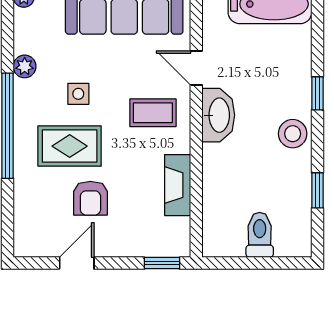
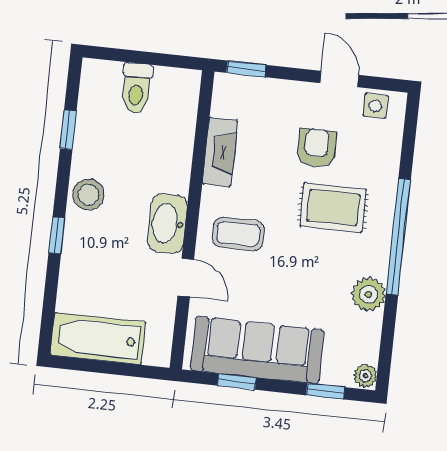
plant: (25, 66) -> (369, 294), width x1.38, depth x1.38
side table: (78, 94) -> (375, 106), moved
door: (77, 263) -> (339, 79), swing flipped

